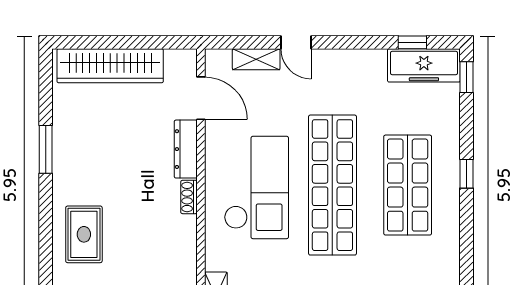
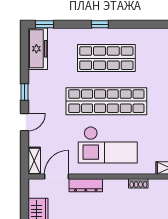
window: (412, 42) -> (24, 92), moved
shelving: (256, 59) -> (34, 161), moved
checkout: (256, 187) -> (108, 145), turned 180
shoe rack: (189, 197) -> (138, 183), moved

